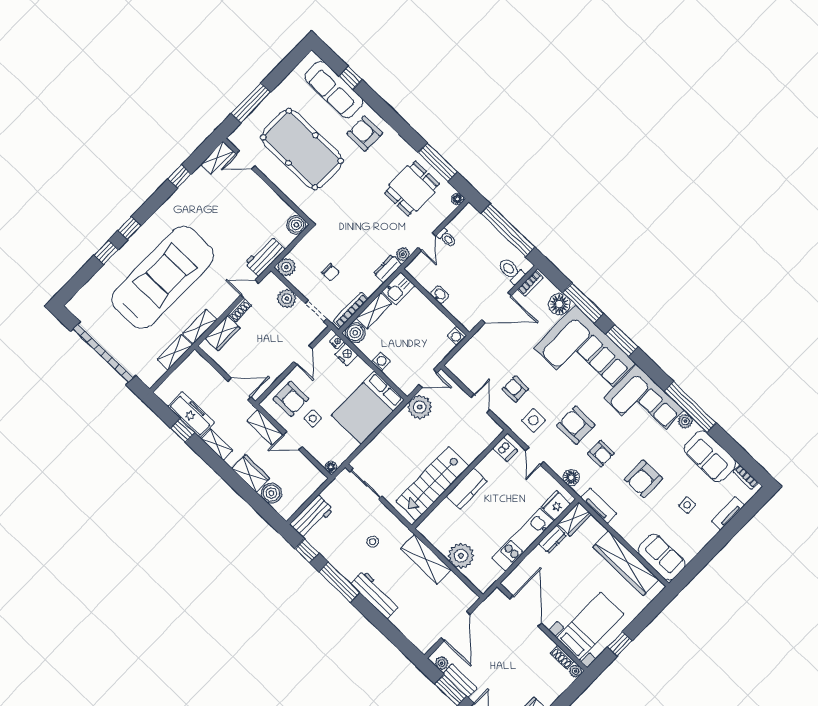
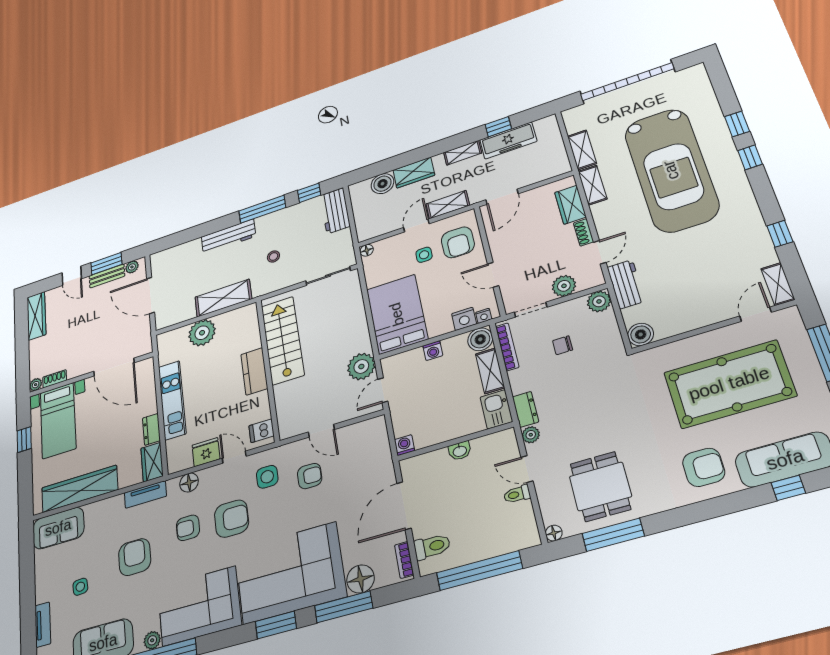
armchair: (291, 399) -> (458, 242), turned -90
fridge: (556, 505) -> (206, 452), moved, turned -90

